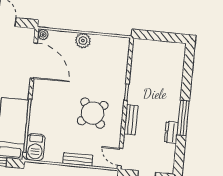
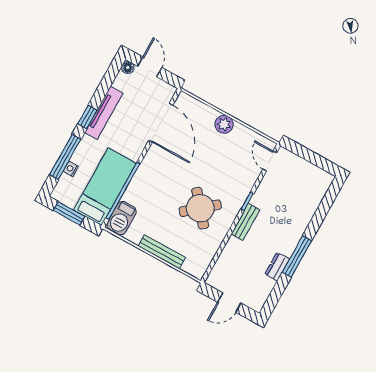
plant: (43, 35) -> (183, 99), removed
bench: (131, 120) -> (245, 222), moved
door: (120, 157) -> (270, 161), moved
bench: (78, 159) -> (162, 252), width x1.36

